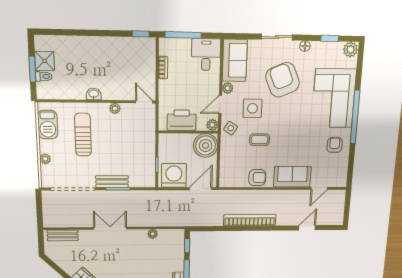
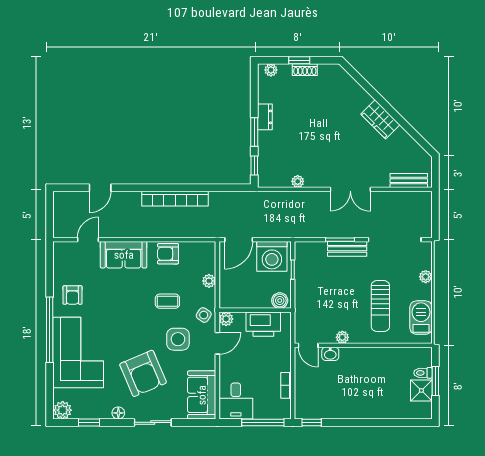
plant: (228, 88) -> (209, 281), moved
washbasin: (94, 94) -> (330, 354), moved
boiler: (206, 145) -> (280, 301), moved, width x0.54, depth x0.54

